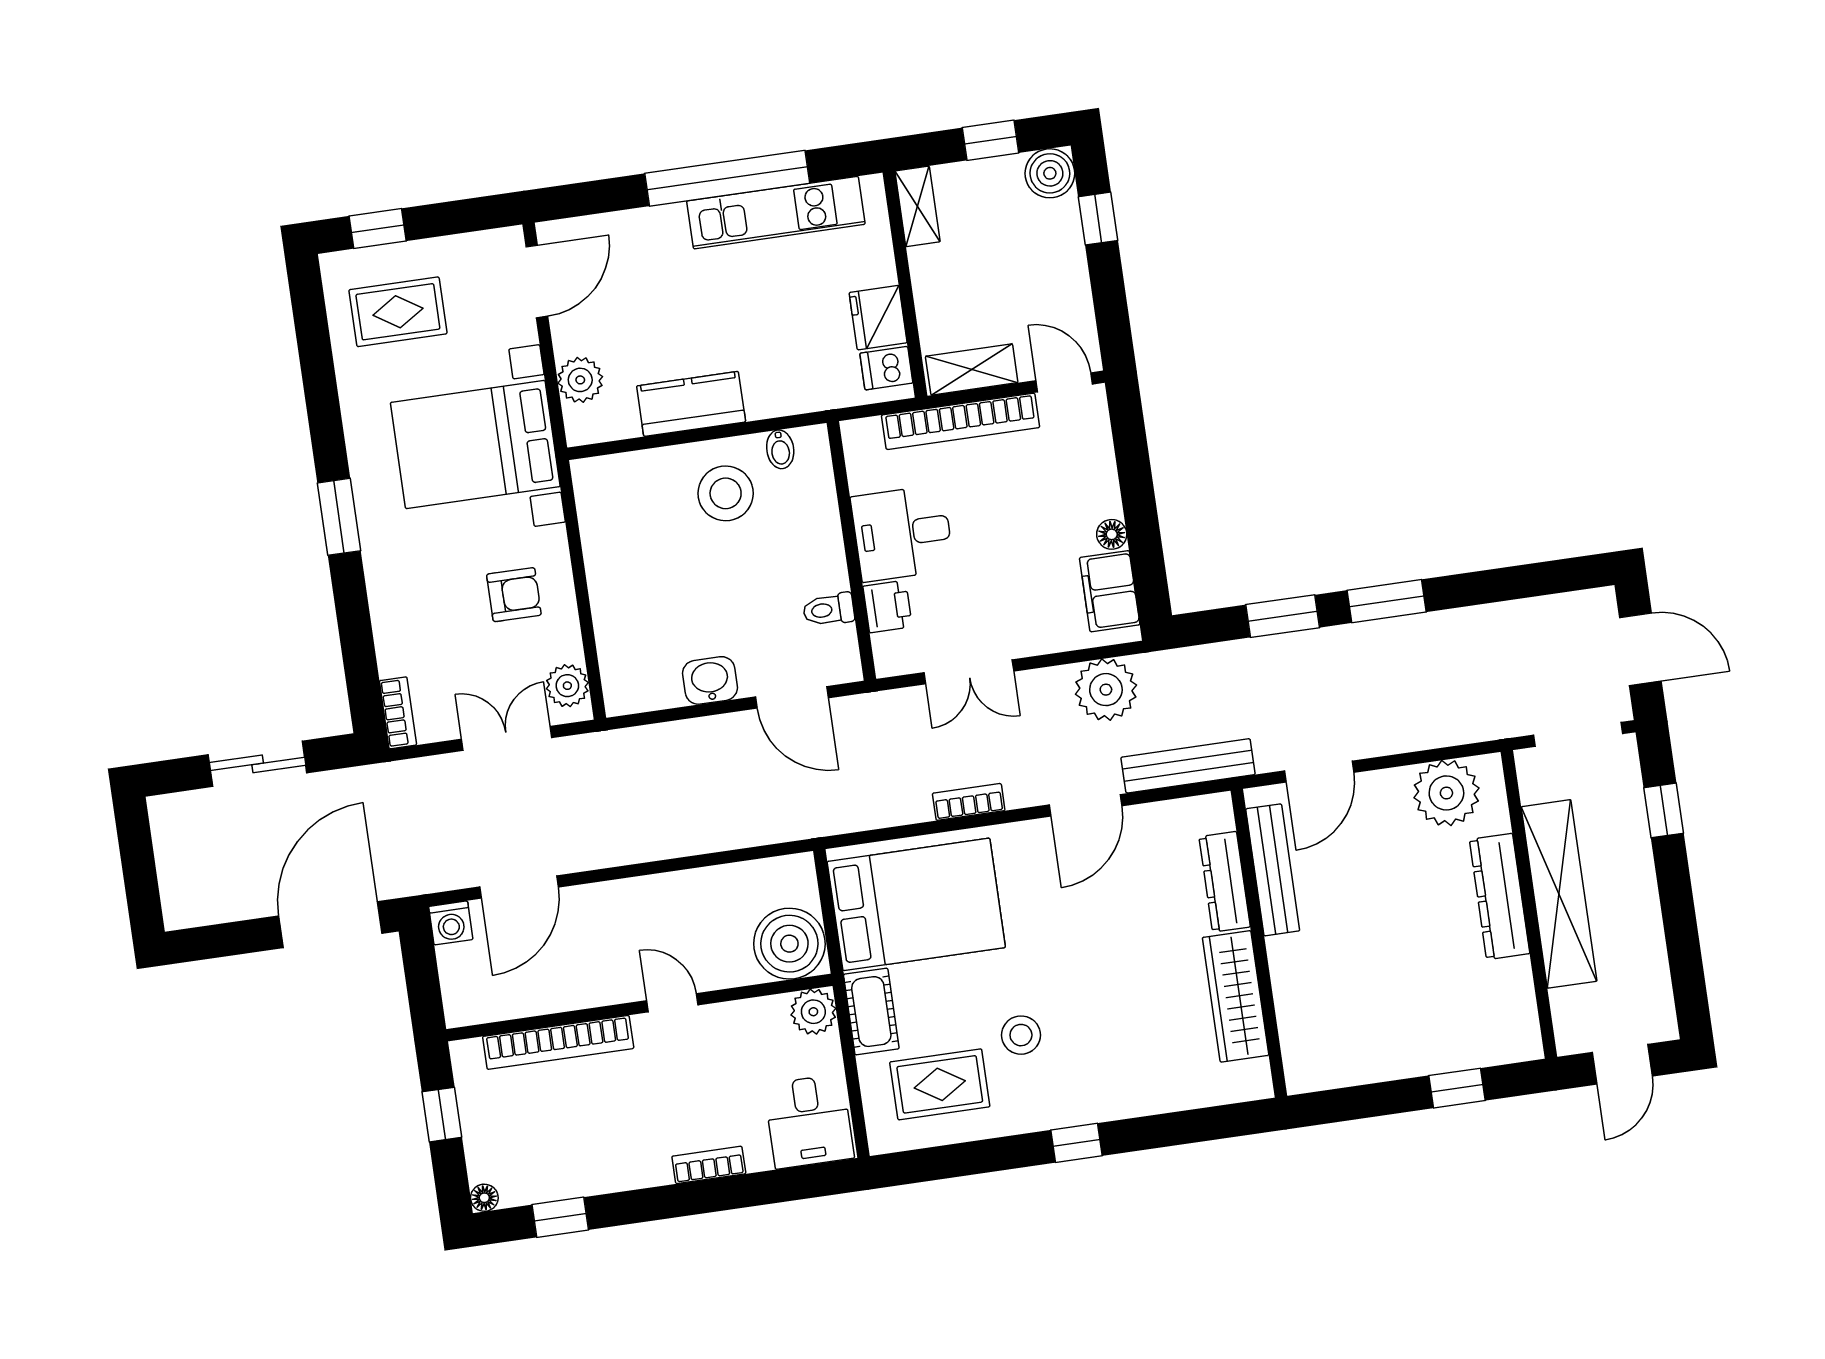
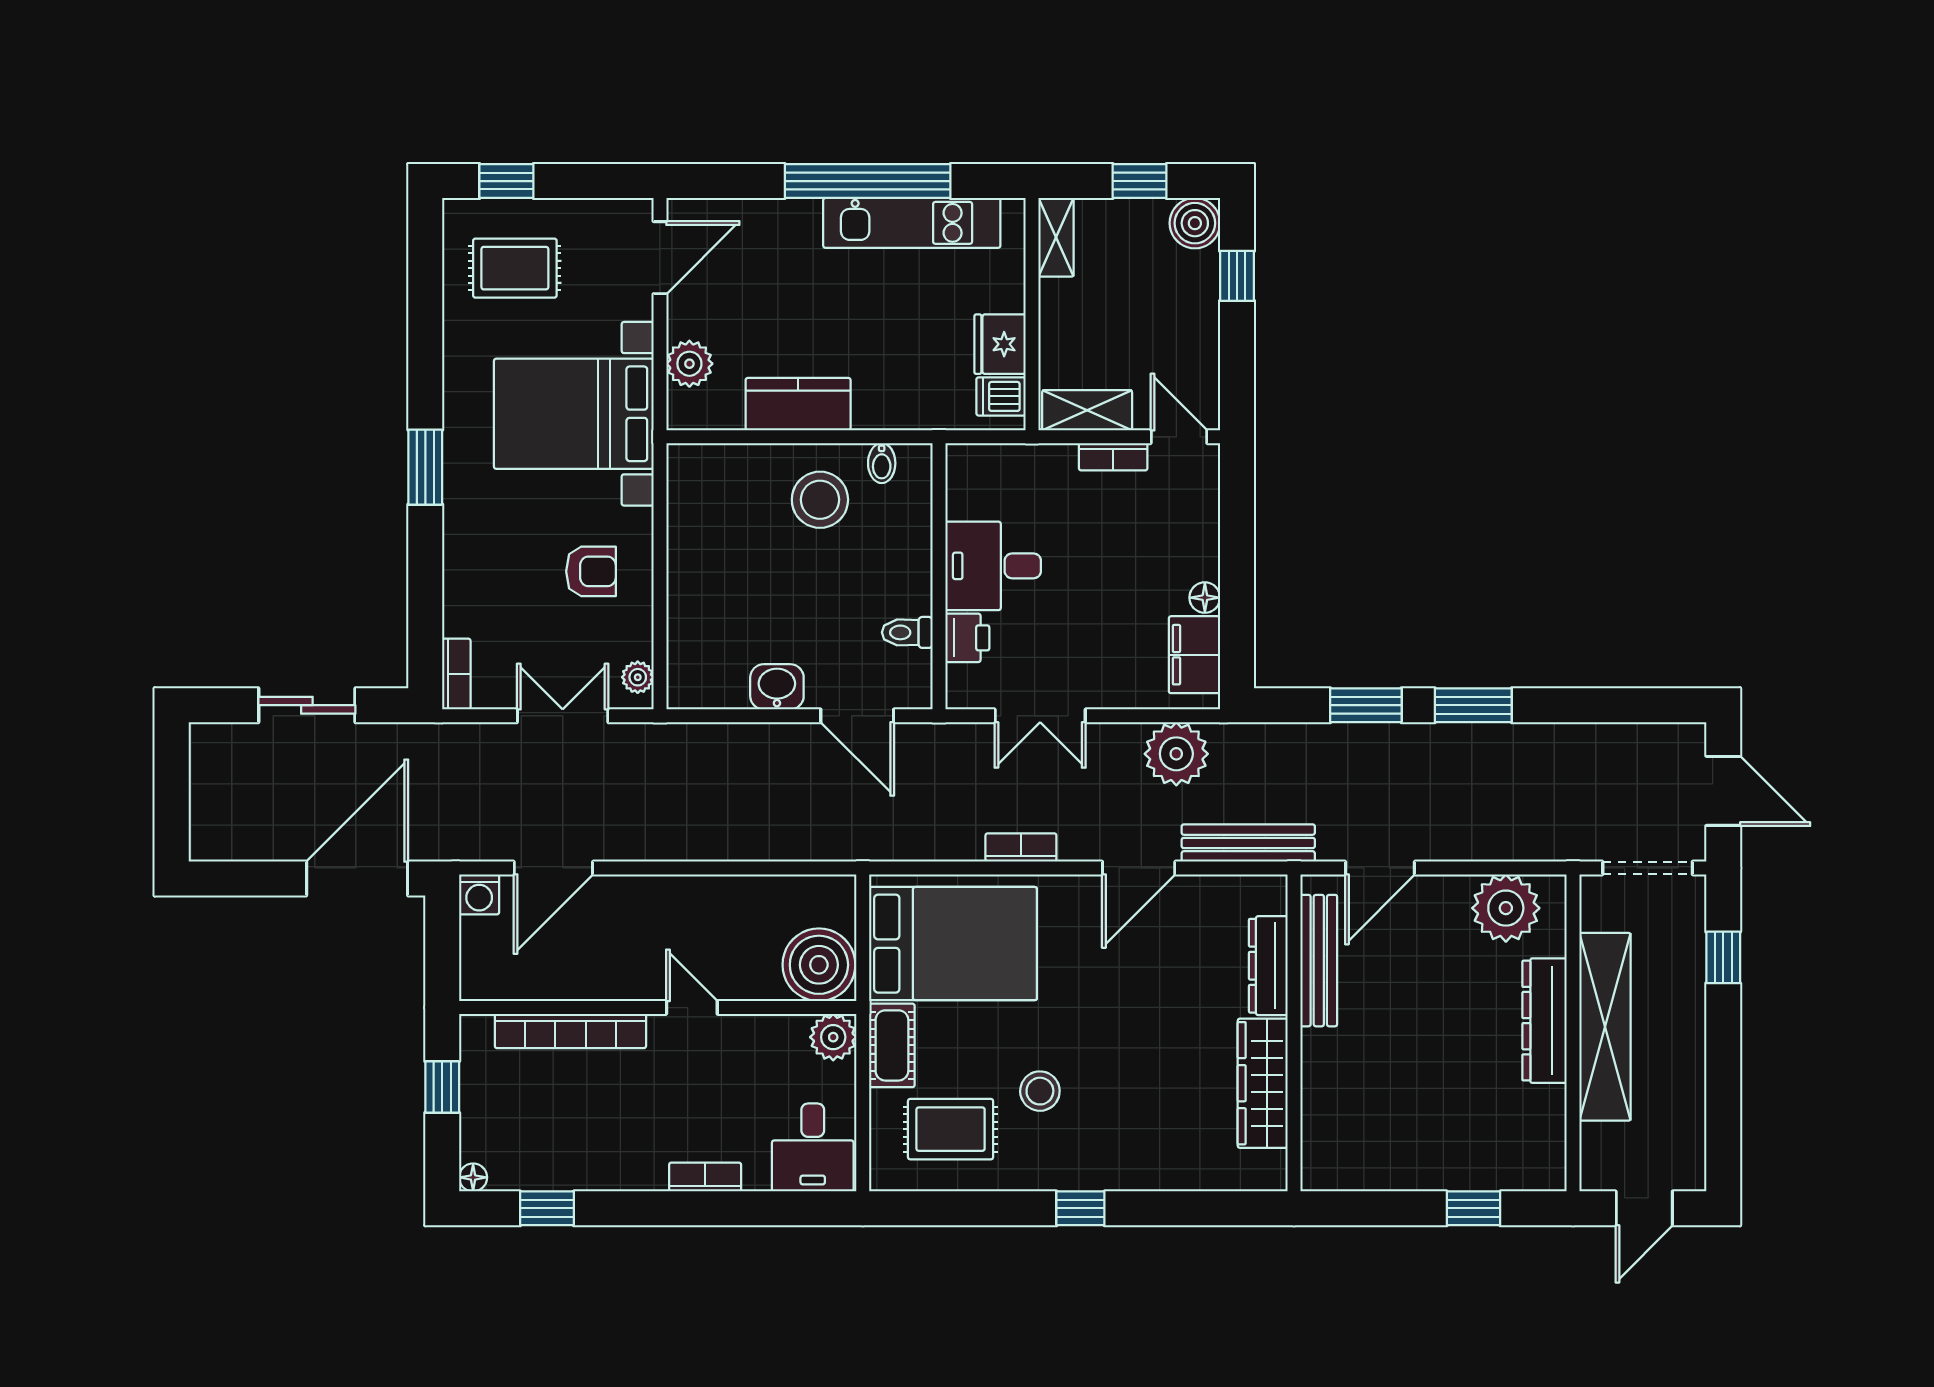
bookcase: (961, 421) -> (1113, 457), width x0.43, depth x0.76
plant: (567, 686) -> (638, 677), width x0.73, depth x0.73

